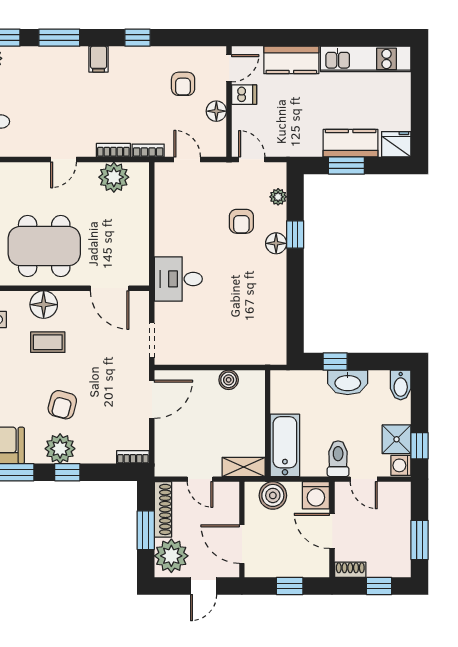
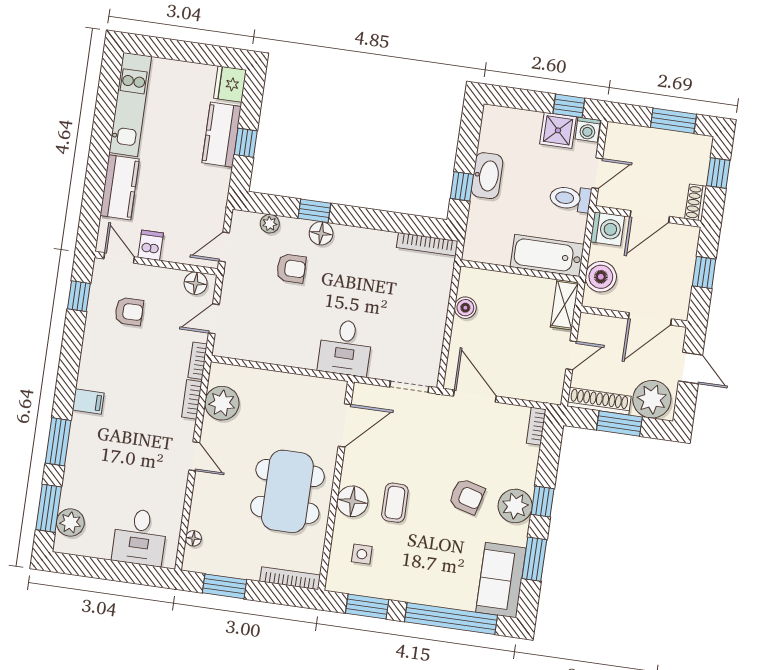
window: (138, 38) -> (79, 296), moved
floor lamp: (216, 111) -> (196, 283), moved
window: (346, 165) -> (246, 143), width x0.67
bookcase: (280, 338) -> (427, 244), added
bidet: (401, 385) -> (498, 117), removed

